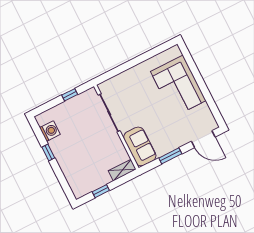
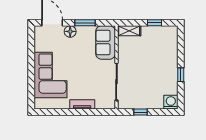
tv unit: (132, 73) -> (82, 104), added
washing machine: (50, 131) -> (171, 102), moved, turned 90
floor lamp: (181, 140) -> (70, 31), added

